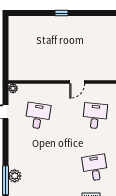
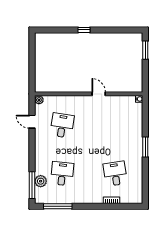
door: (77, 82) -> (99, 94), swing flipped
desk: (95, 116) -> (62, 174), moved

